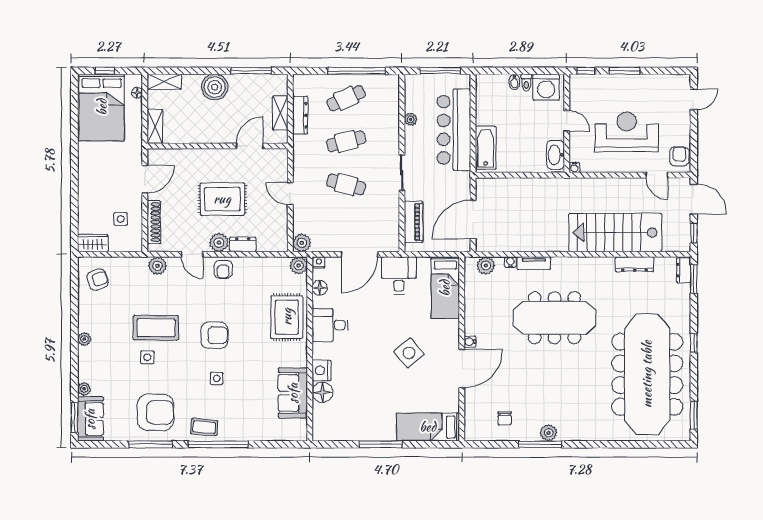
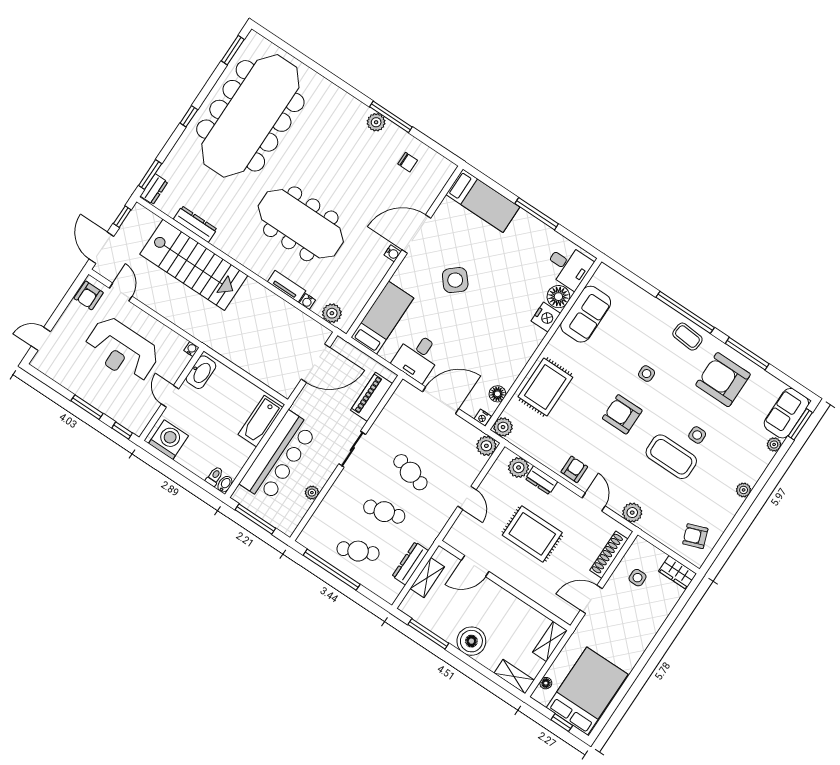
bidet: (514, 82) -> (225, 484), moved
toilet: (526, 83) -> (215, 476), moved
plant: (219, 243) -> (519, 468), moved
desk: (330, 325) -> (568, 266), moved
chair: (505, 418) -> (408, 162), turned 90

